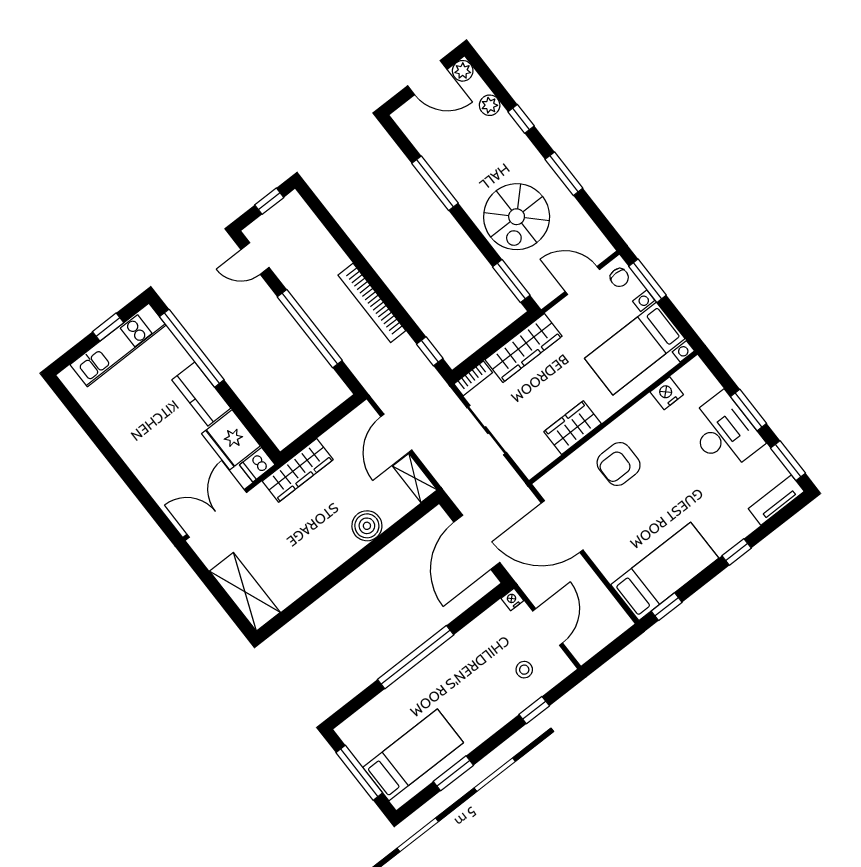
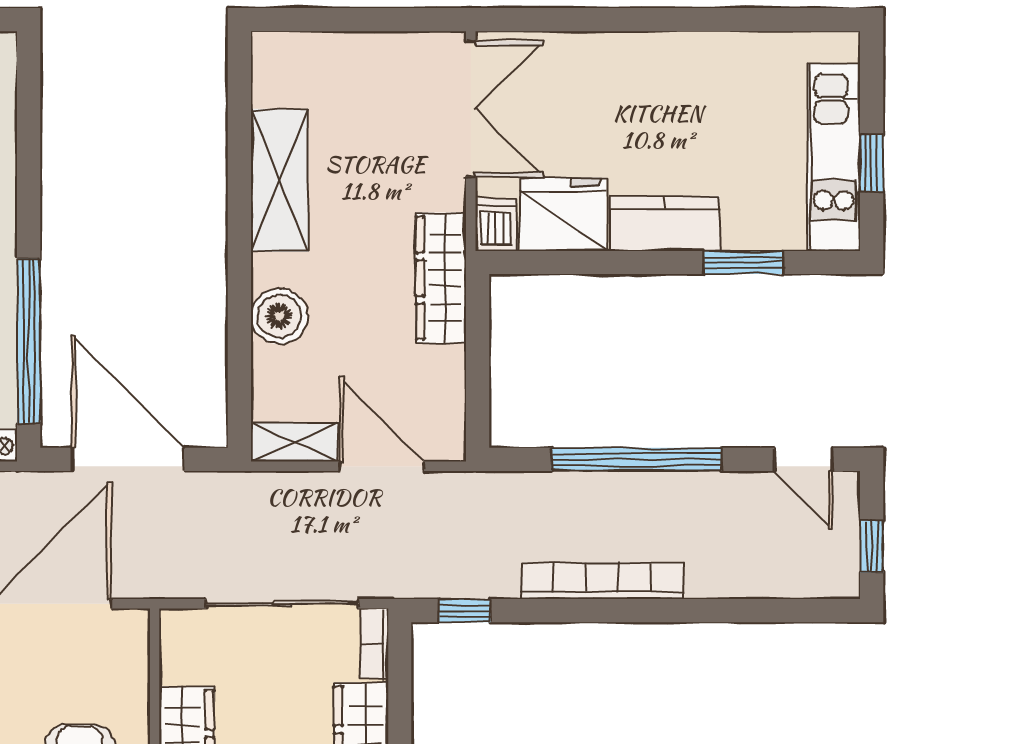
door: (255, 258) -> (803, 459), swing flipped
window: (192, 348) -> (744, 262), width x0.47
sliding door: (487, 430) -> (282, 604), width x1.37
shelving: (245, 592) -> (279, 180), moved, turned 90
window: (416, 657) -> (29, 341), moved

